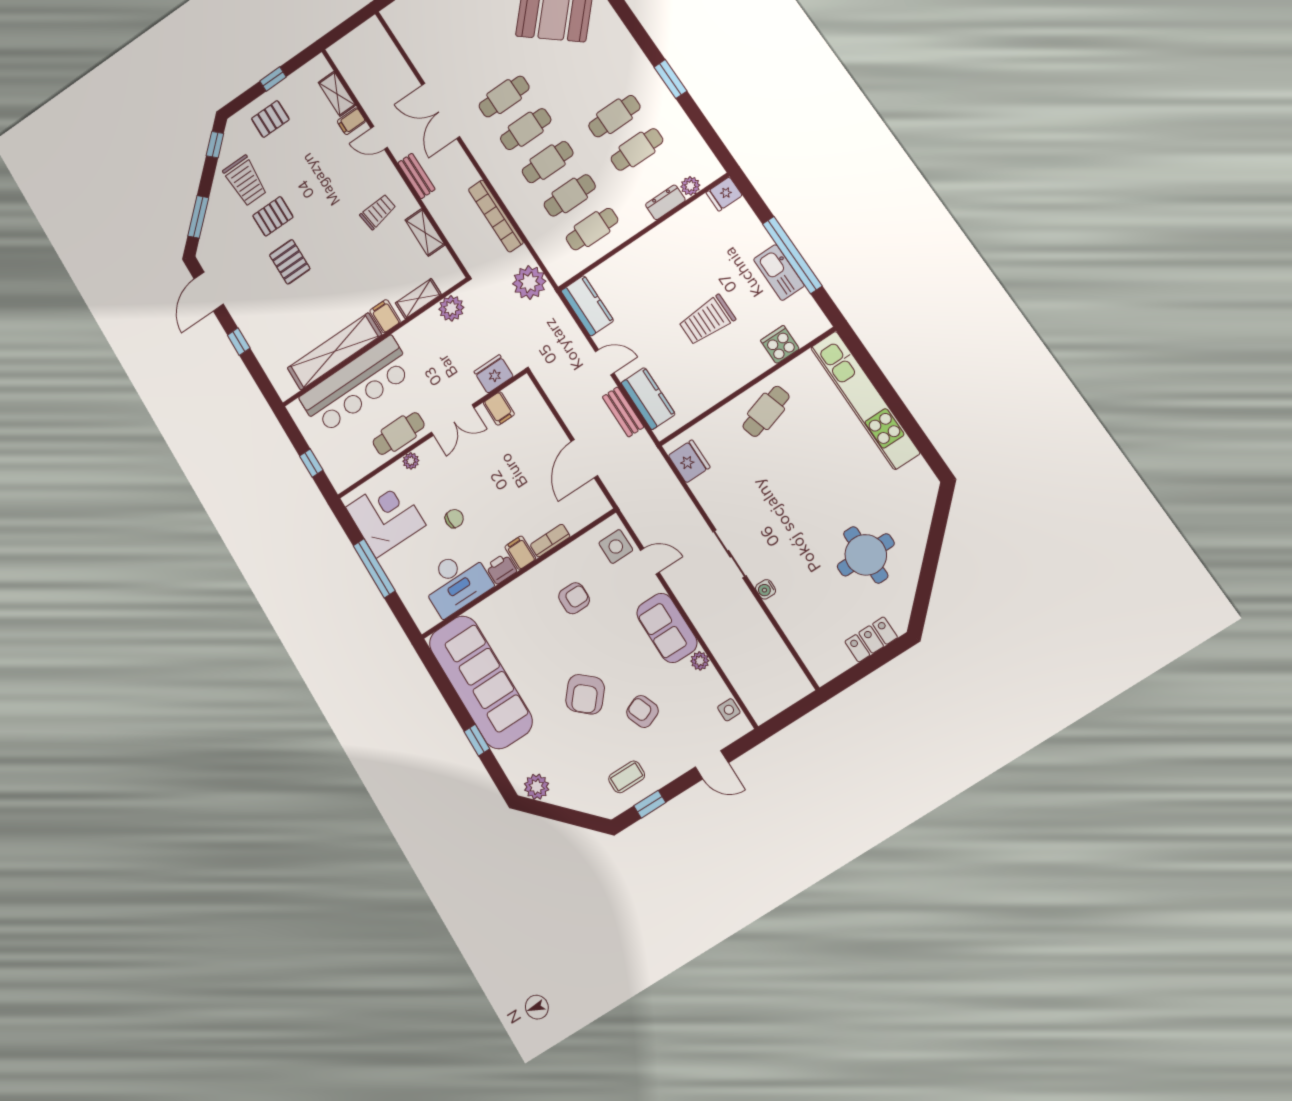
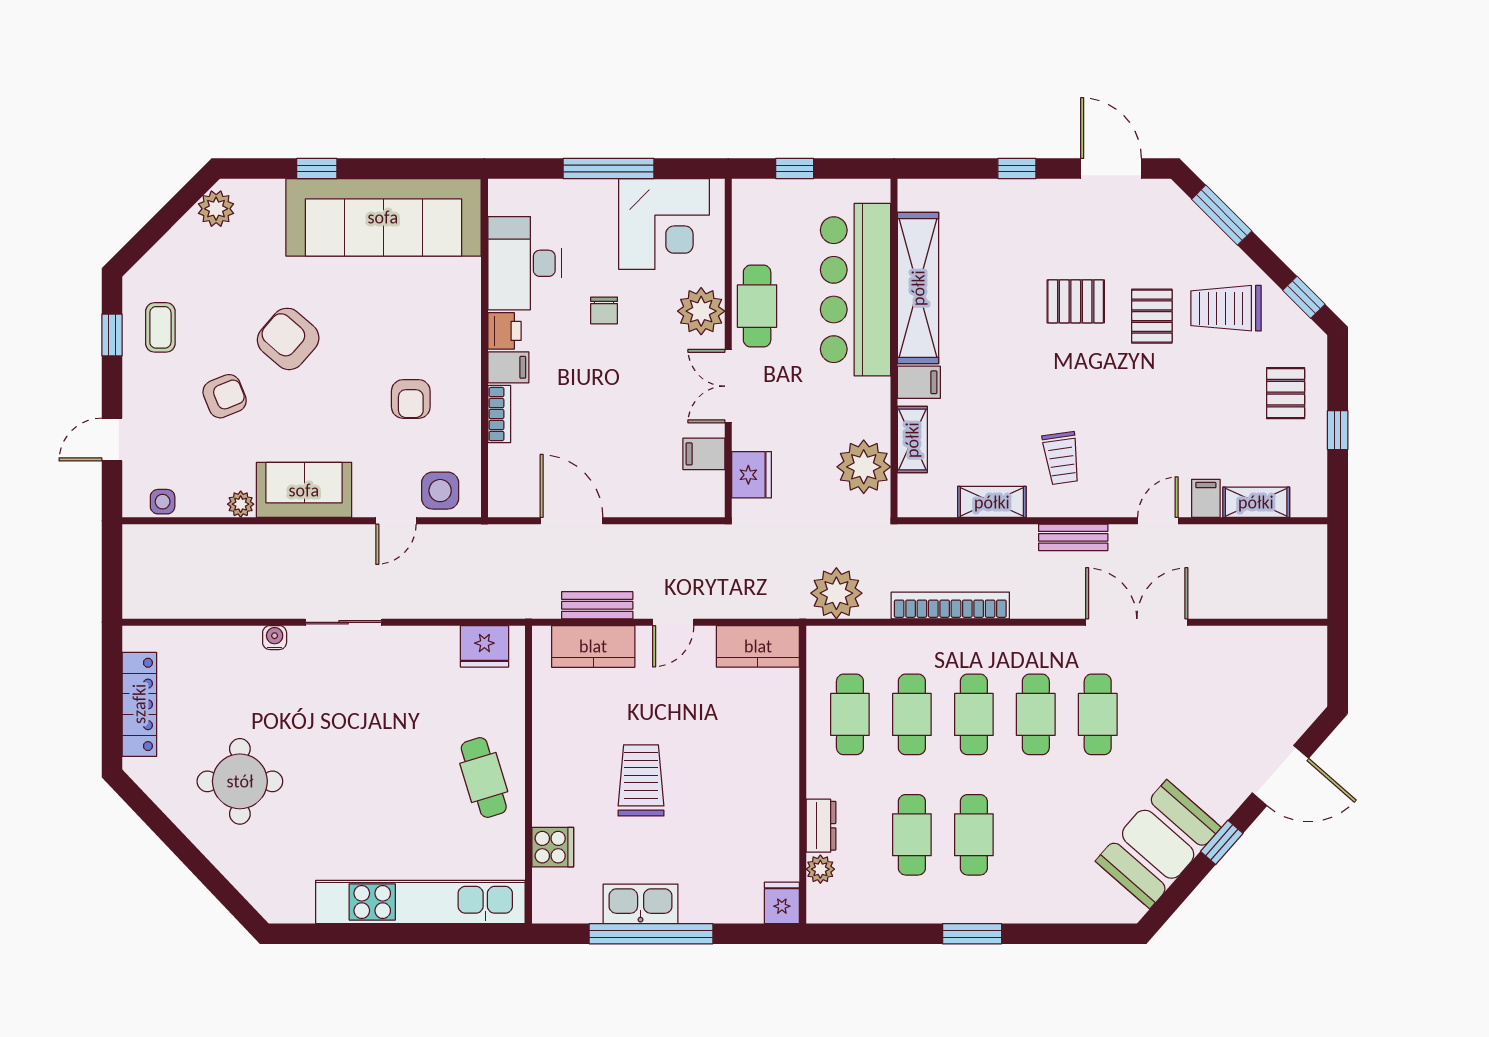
plant: (451, 308) -> (864, 467), width x1.36, depth x1.36
plant: (411, 461) -> (701, 311), width x1.88, depth x1.88
locker: (871, 639) -> (139, 704), width x1.53

